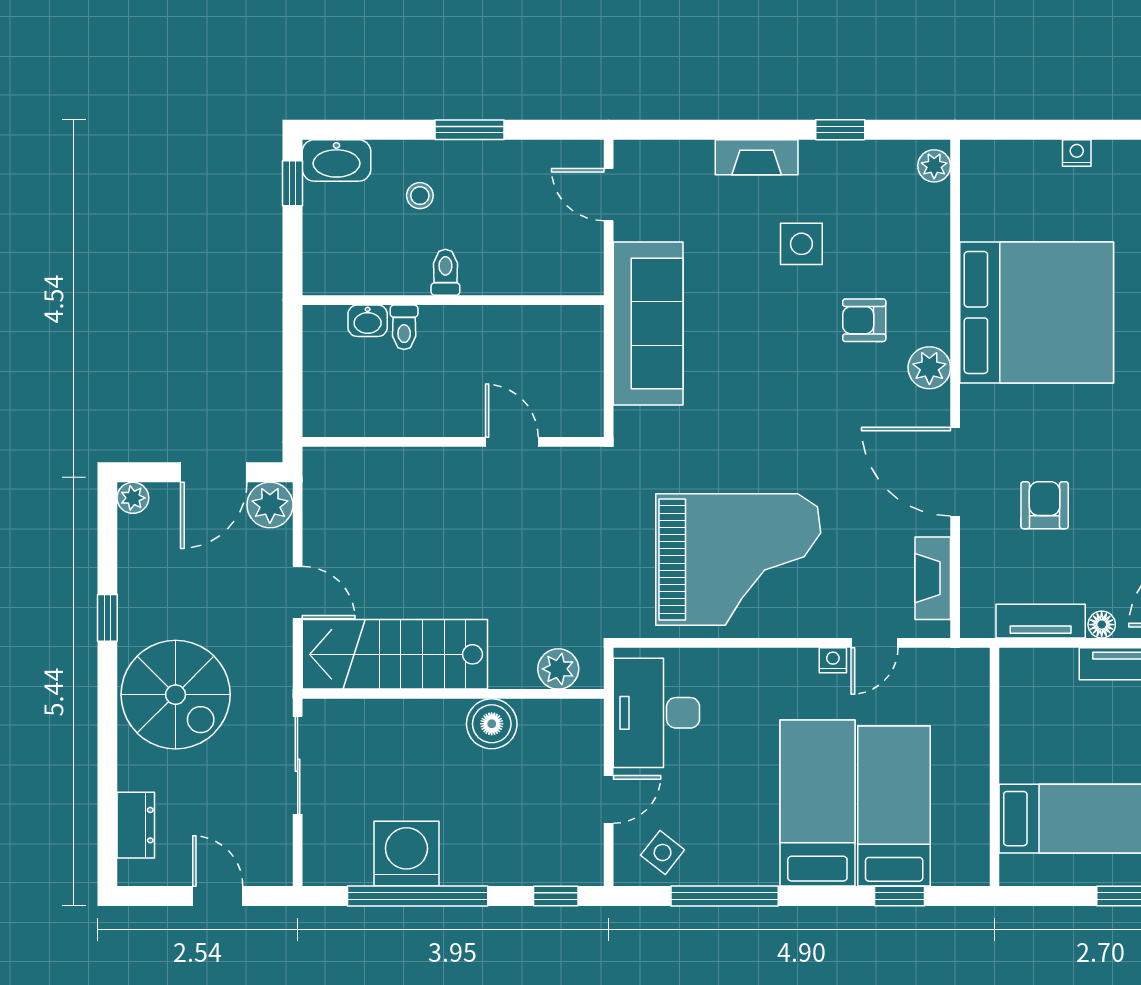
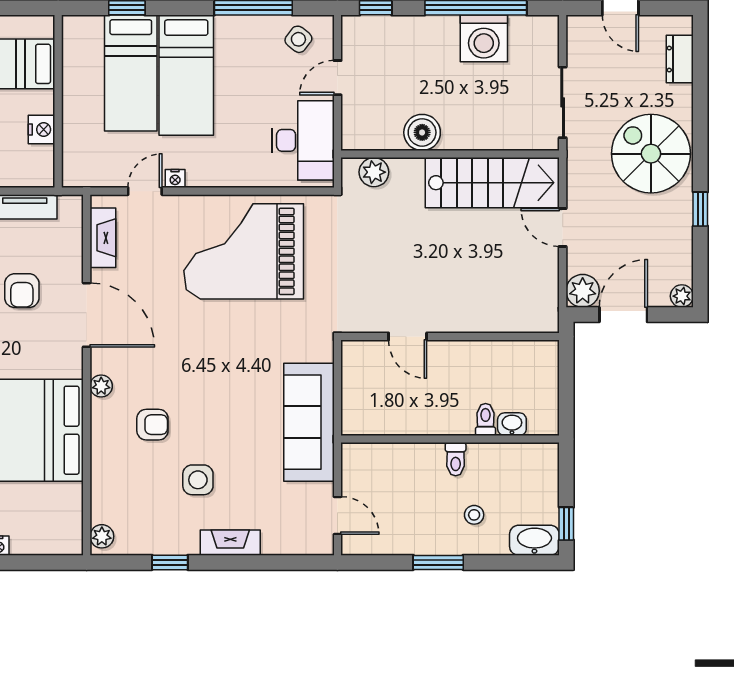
plant: (929, 368) -> (101, 386), width x0.73, depth x0.73
nightstand: (1017, 728) -> (42, 130), added

